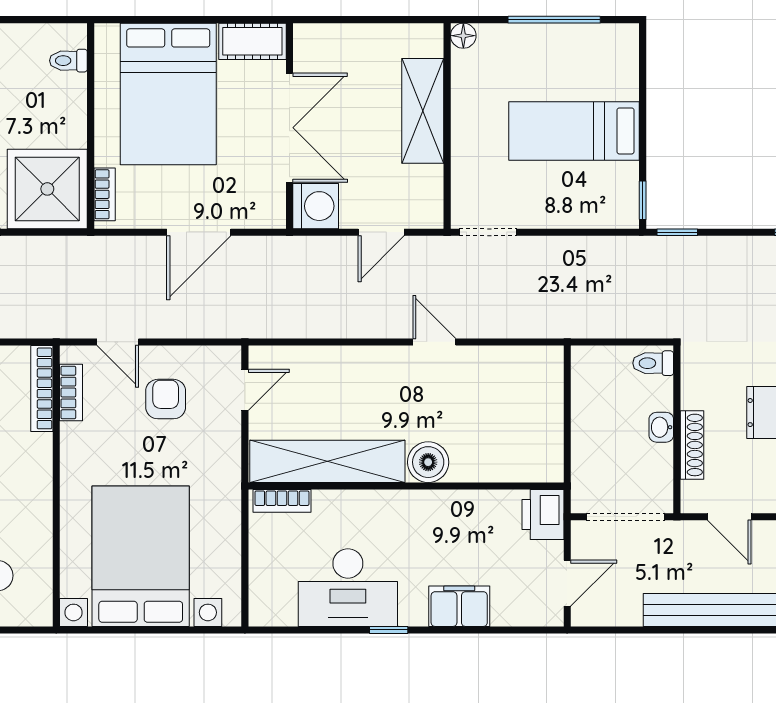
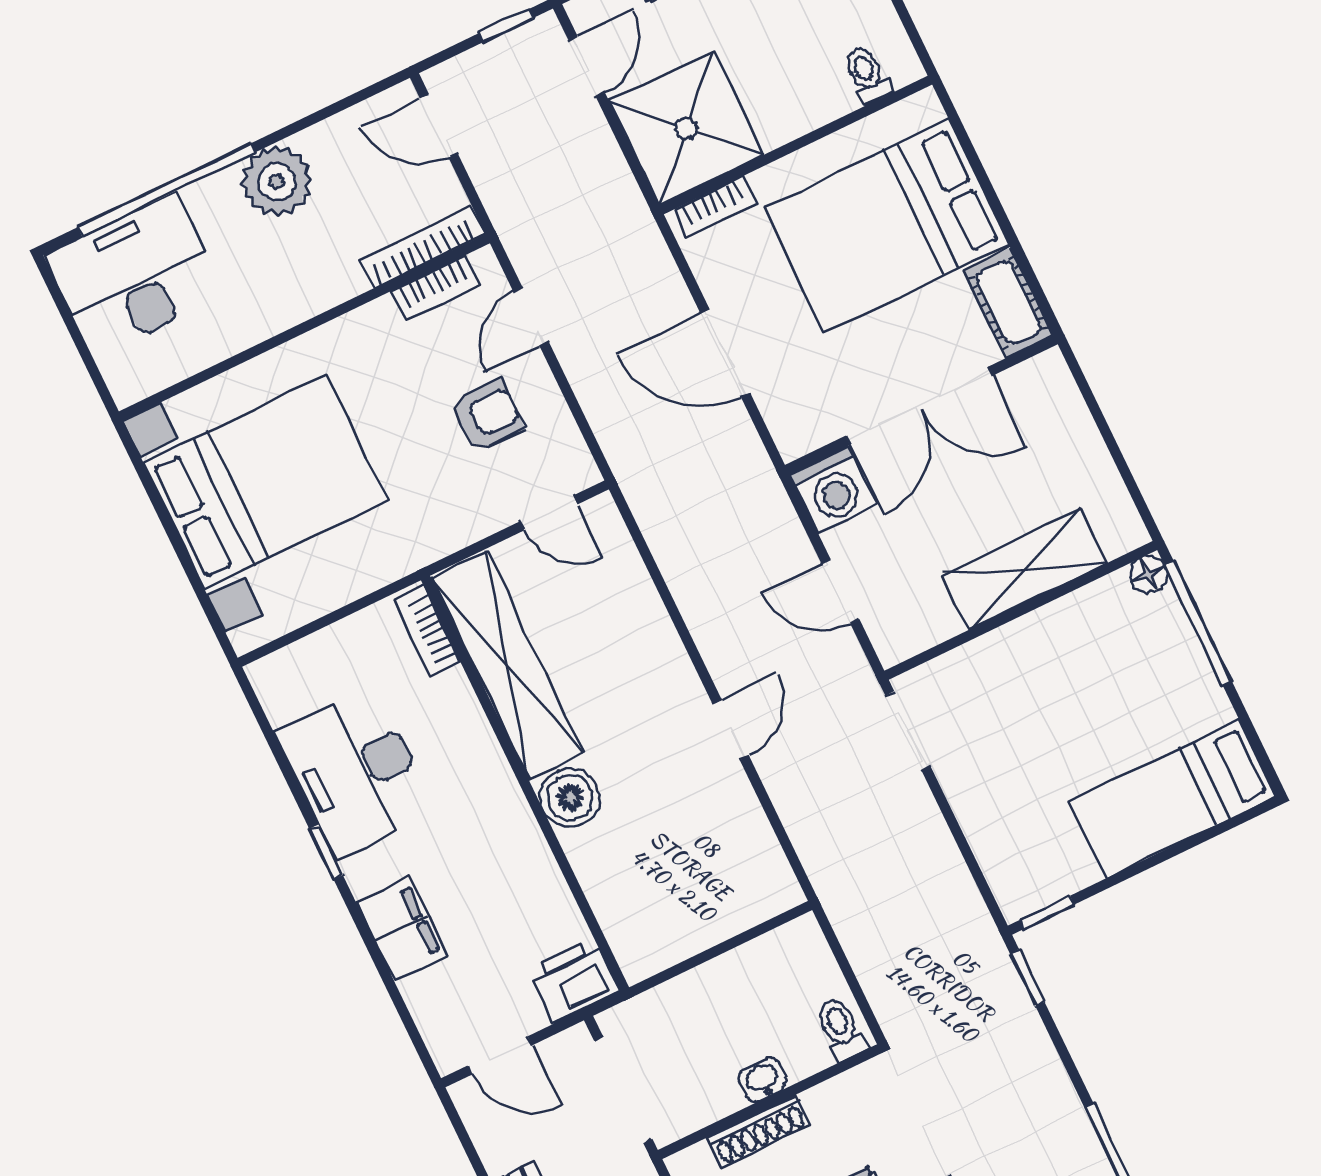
window: (554, 20) -> (1198, 623), moved
bed: (574, 131) -> (1173, 799), moved, turned -90

